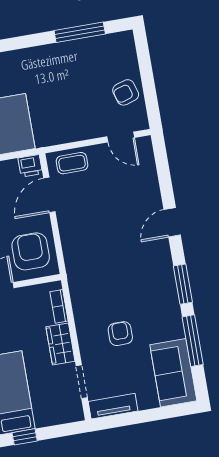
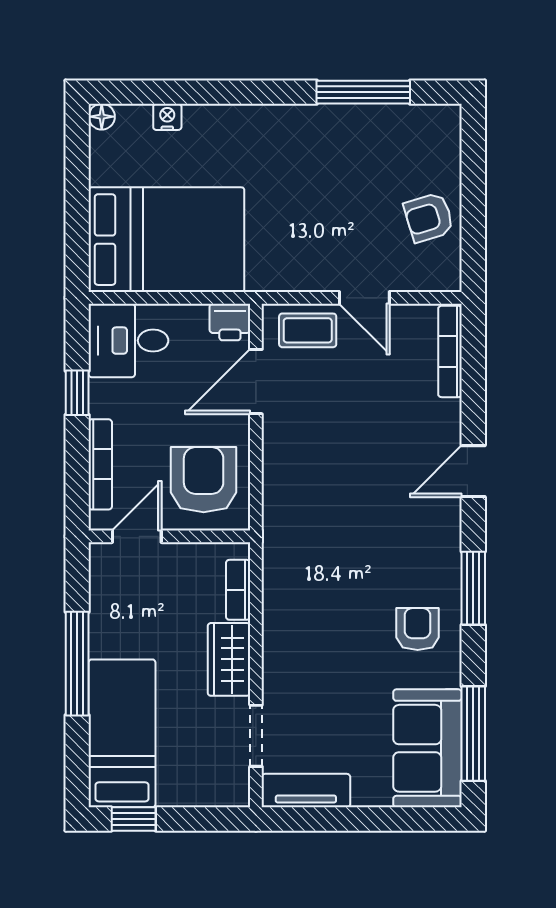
door: (121, 137) -> (364, 298), moved
bookcase: (149, 161) -> (450, 351), added
armchair: (120, 334) -> (418, 629), moved
window: (193, 341) -> (473, 734), moved

